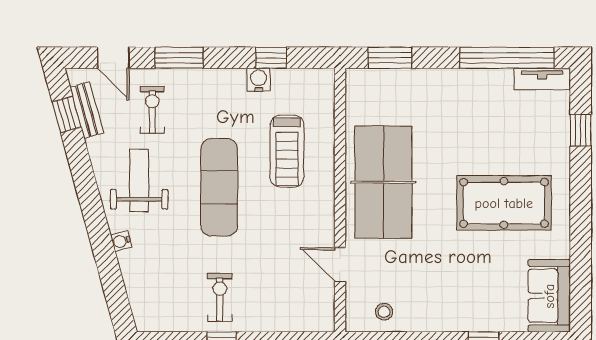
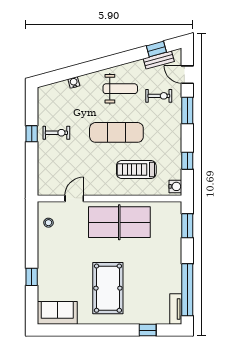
door: (113, 58) -> (187, 75), hinge flipped
water cooler: (259, 80) -> (175, 186), moved
water cooler: (121, 241) -> (74, 82), moved

